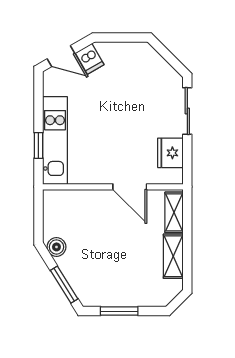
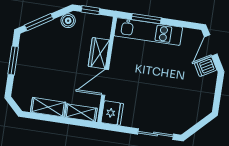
window: (38, 145) -> (146, 19), width x1.50
fridge: (170, 153) -> (112, 113), moved, turned 90
wardrobe: (93, 201) -> (99, 53), added
window: (38, 220) -> (90, 10), added

